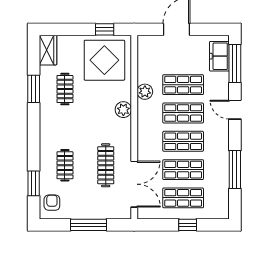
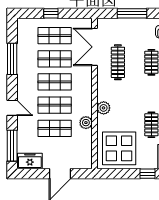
window: (105, 29) -> (147, 174), moved
freezer: (219, 56) -> (30, 161), moved, turned -90

